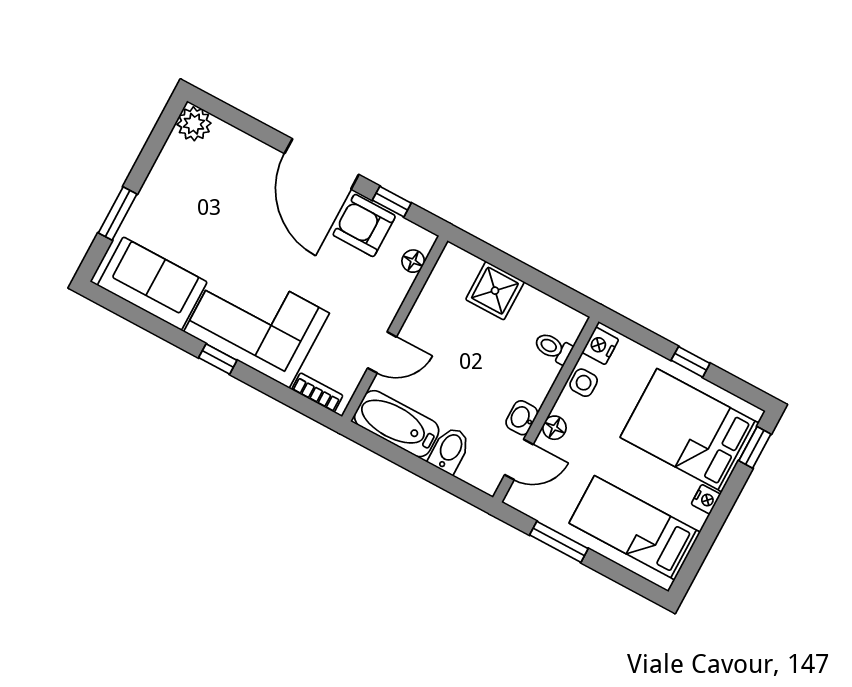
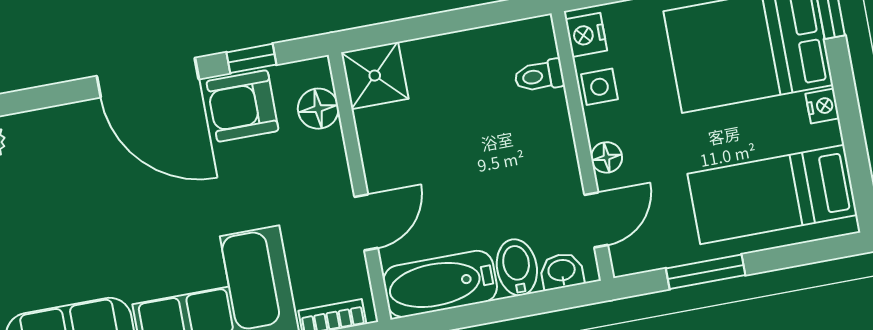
floor lamp: (413, 261) -> (318, 109), width x1.37, depth x1.37
shower: (495, 291) -> (375, 76), moved
washbasin: (522, 418) -> (562, 271), moved, turned 90

